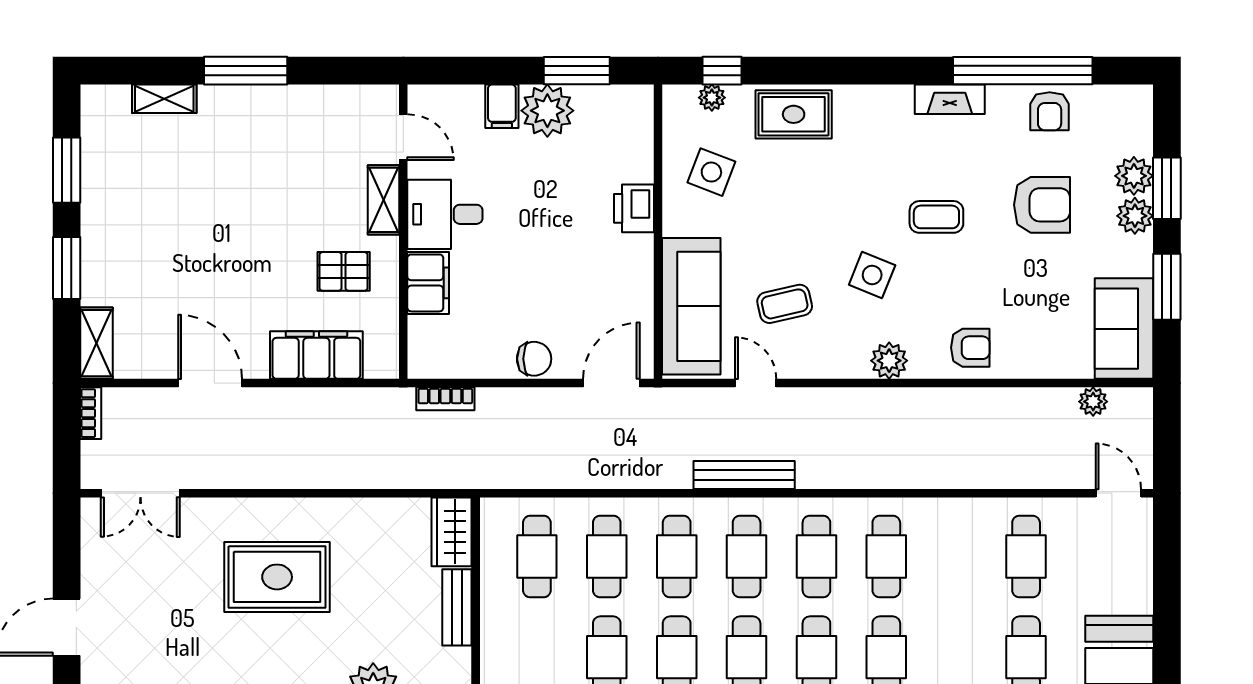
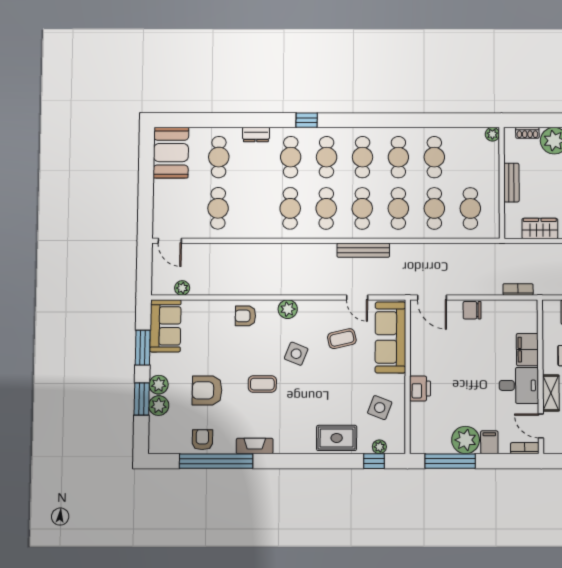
window: (577, 71) -> (450, 461), width x1.44
bookcase: (434, 95) -> (525, 448), added
door: (611, 383) -> (432, 298), hinge flipped
wardrobe: (452, 532) -> (540, 228), moved, turned -90

